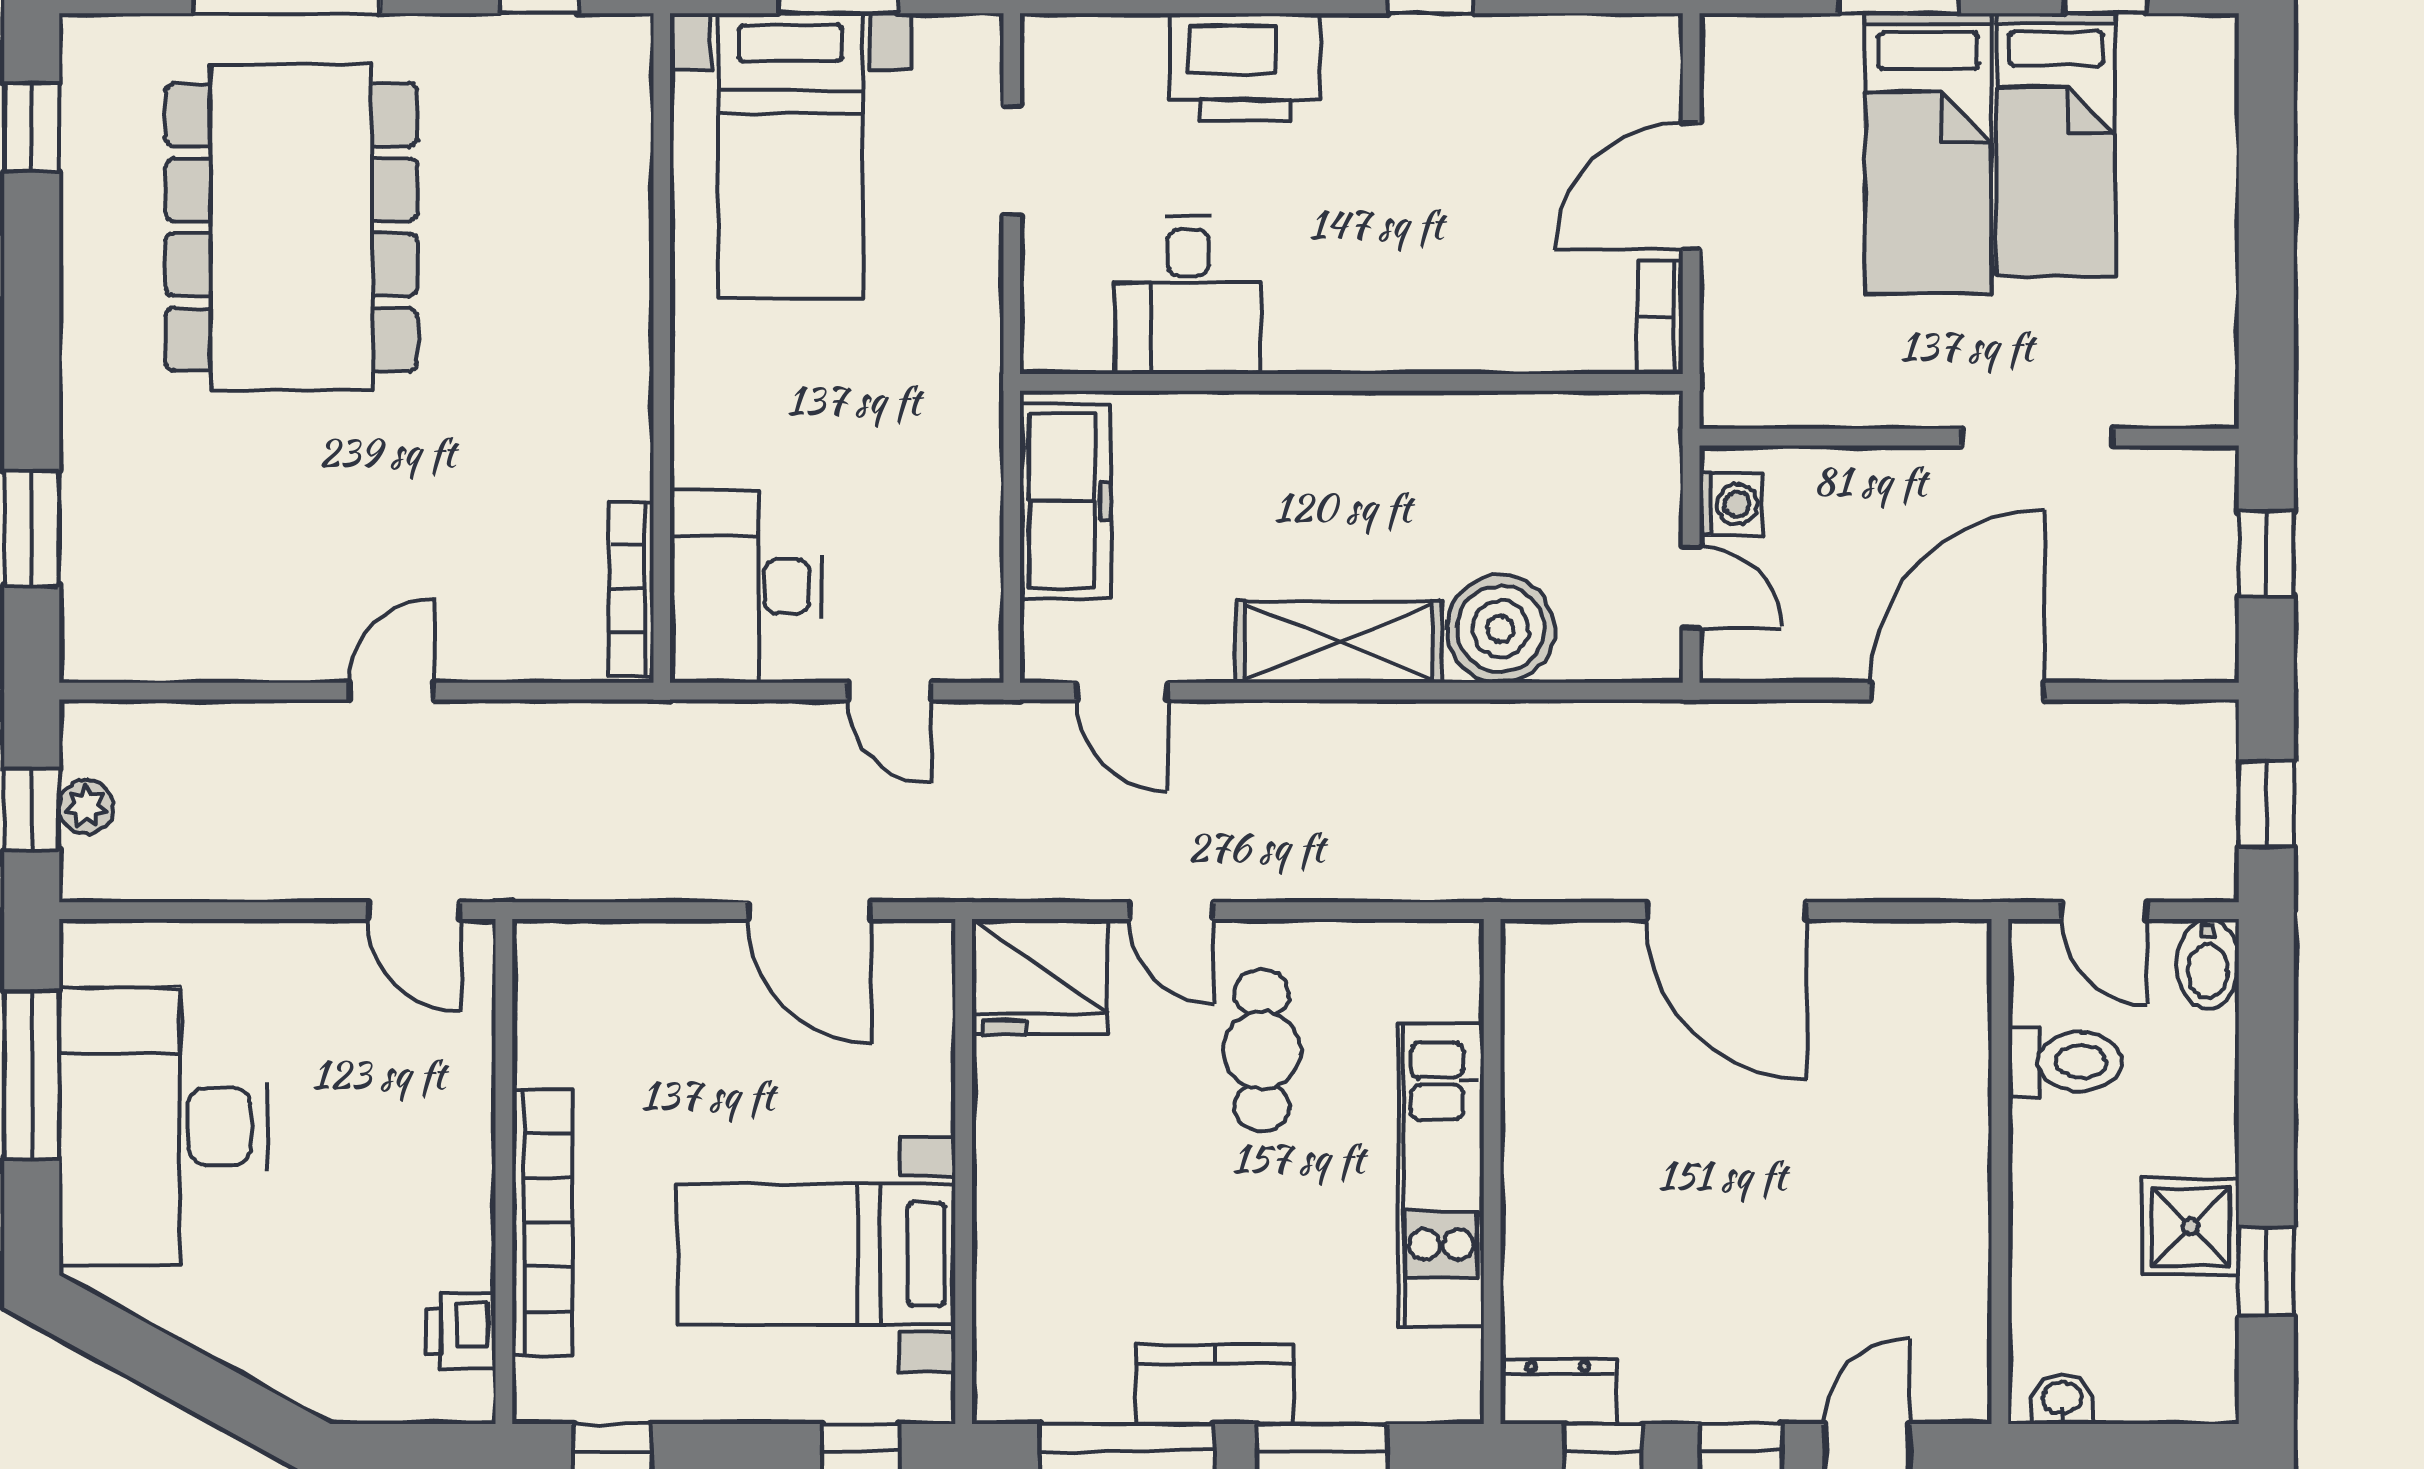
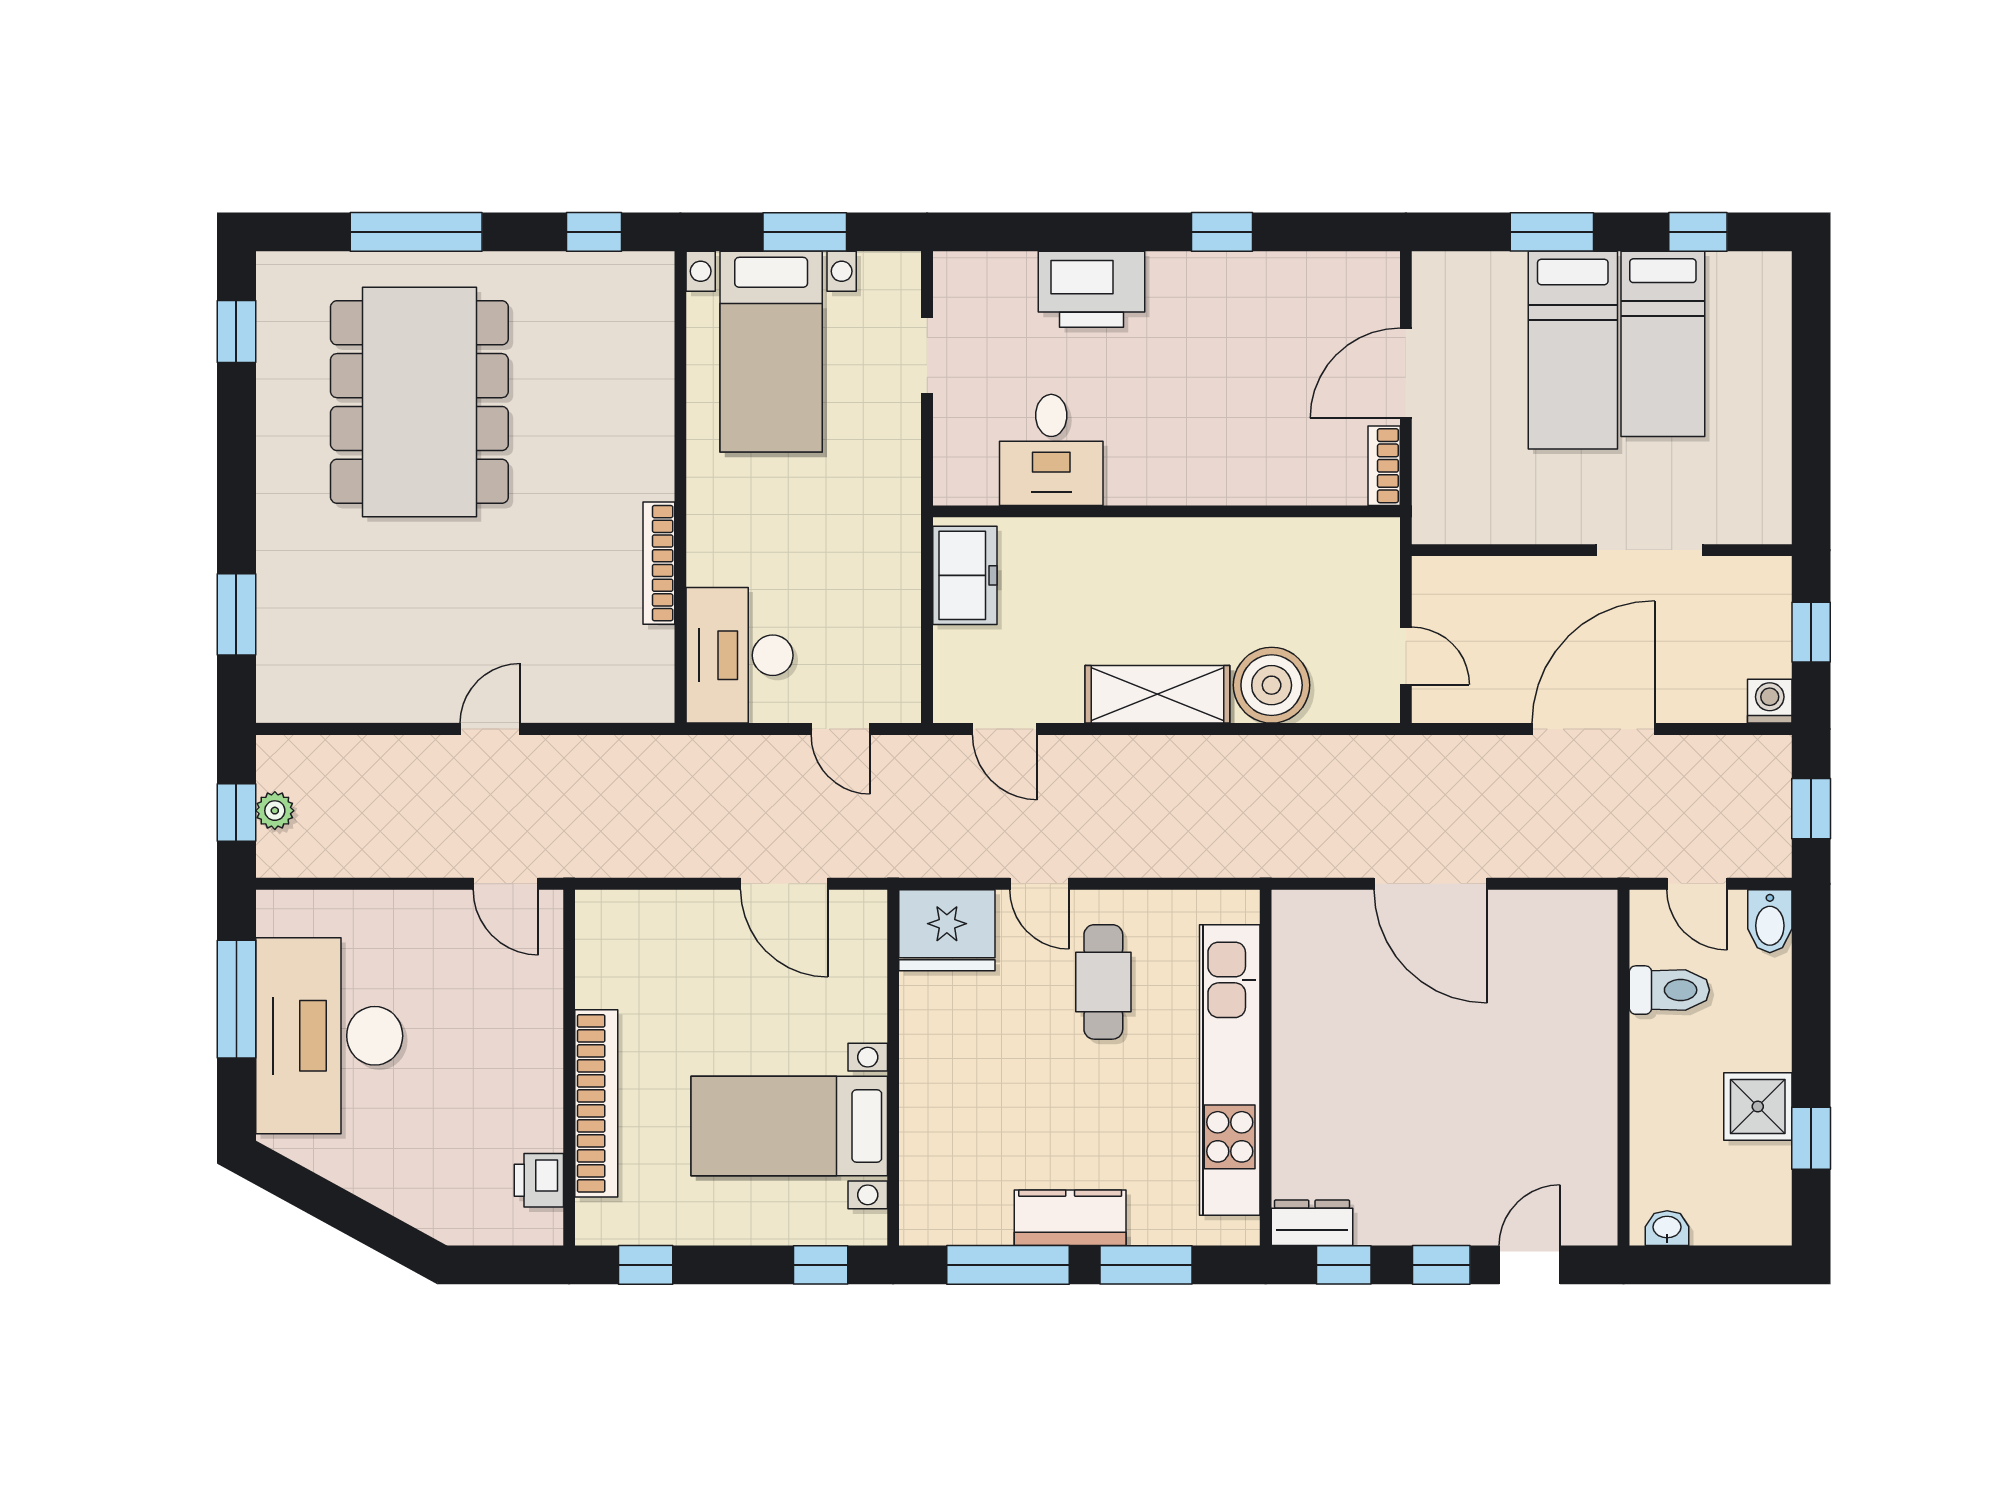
freezer: (1065, 501) -> (965, 575), width x0.71
washing machine: (1731, 504) -> (1770, 701), moved, turned -90
bookcase: (631, 589) -> (659, 563), moved
kitchen unit: (1441, 1175) -> (1230, 1070), width x1.36

